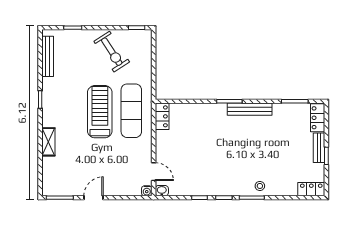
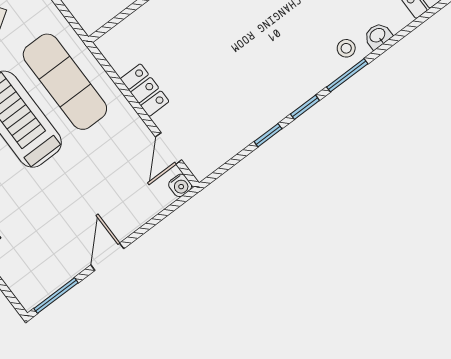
locker: (162, 116) -> (145, 90), moved
door: (154, 172) -> (169, 148), swing flipped
washbasin: (162, 191) -> (378, 36), moved

